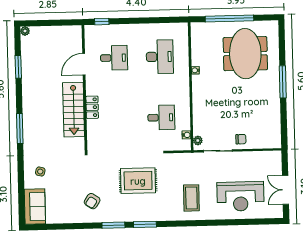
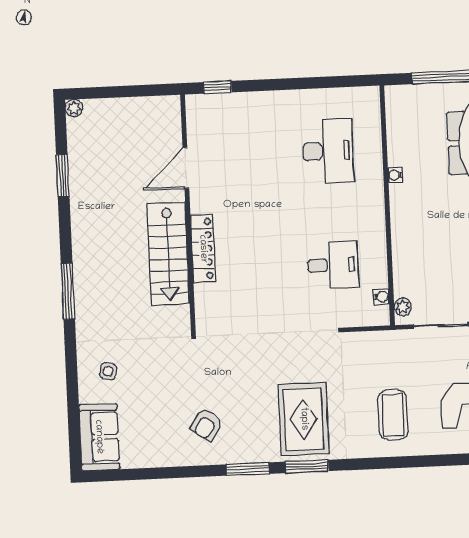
desk: (114, 58) -> (242, 155), removed
locker: (92, 107) -> (203, 249), width x1.53
rug: (138, 181) -> (304, 419), moved, turned 90

